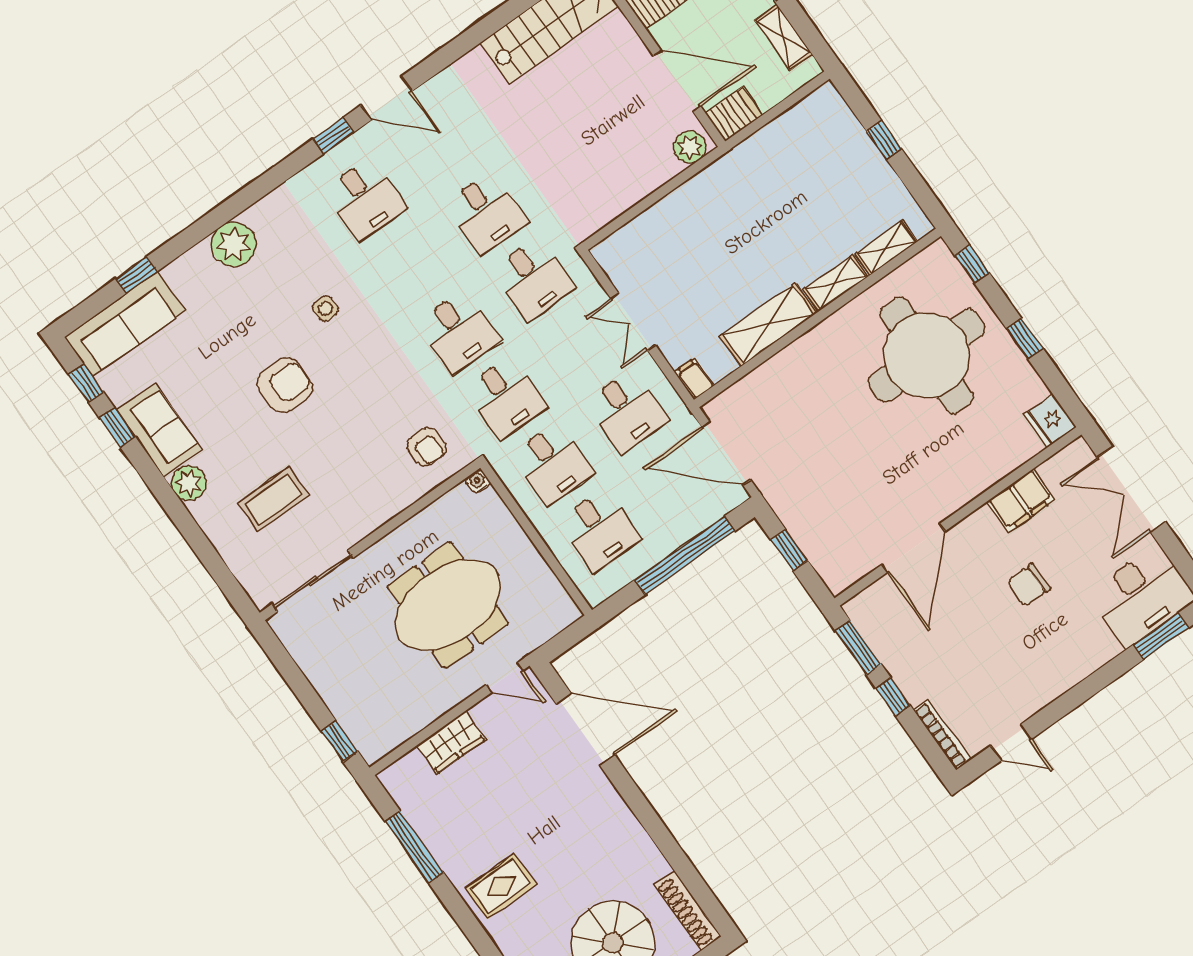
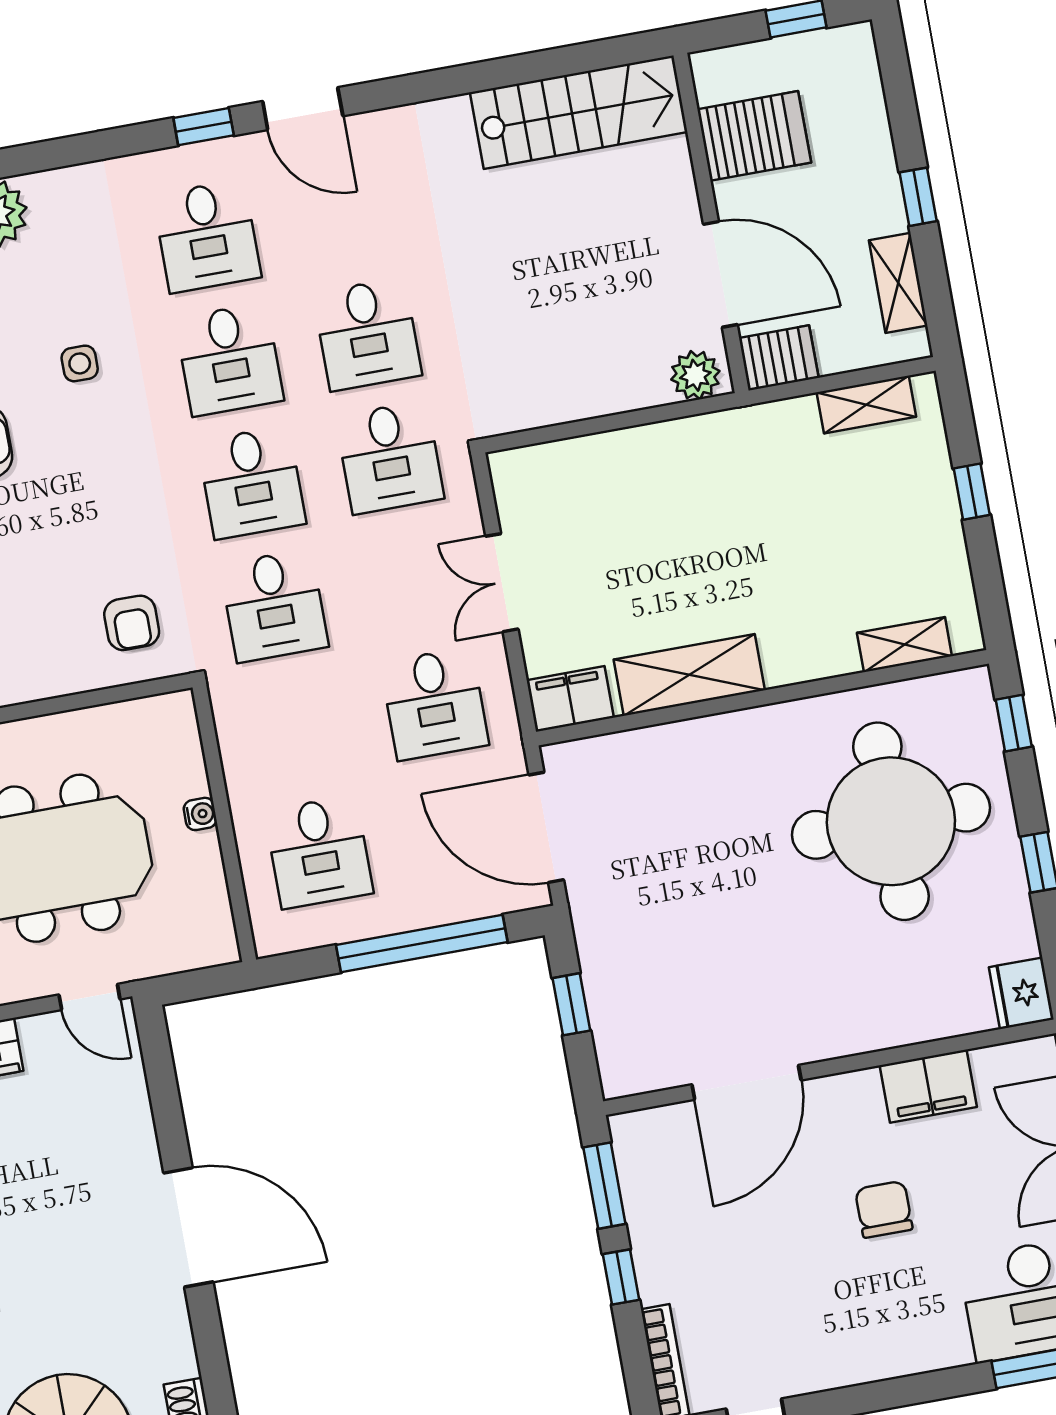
shelving: (836, 283) -> (866, 405), moved
filing cabinet: (694, 379) -> (570, 699), width x2.00
desk: (553, 464) -> (229, 359), moved
water cooler: (478, 481) -> (200, 814), moved, turned 90
chair: (1029, 585) -> (884, 1209), turned 90
door: (586, 729) -> (188, 1227), moved

